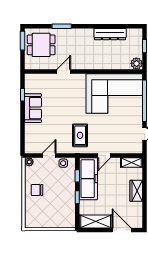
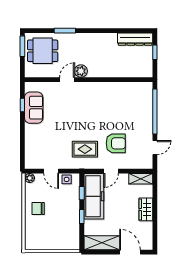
dresser: (110, 34) -> (135, 39), moved
plant: (136, 63) -> (81, 71), moved
corner sofa: (114, 94) -> (122, 104), removed
sofa: (33, 108) -> (34, 108), moved
armchair: (108, 130) -> (116, 143), added
rug: (80, 135) -> (85, 149), turned 90
door: (49, 156) -> (51, 171), swing flipped

